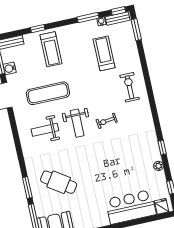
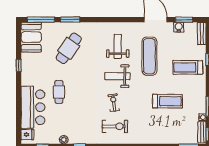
treadmill: (104, 53) -> (168, 101), moved
exercise bike: (130, 87) -> (115, 126), moved
cafe table: (108, 182) -> (59, 92), added

